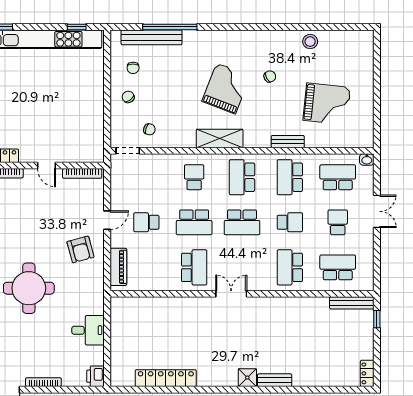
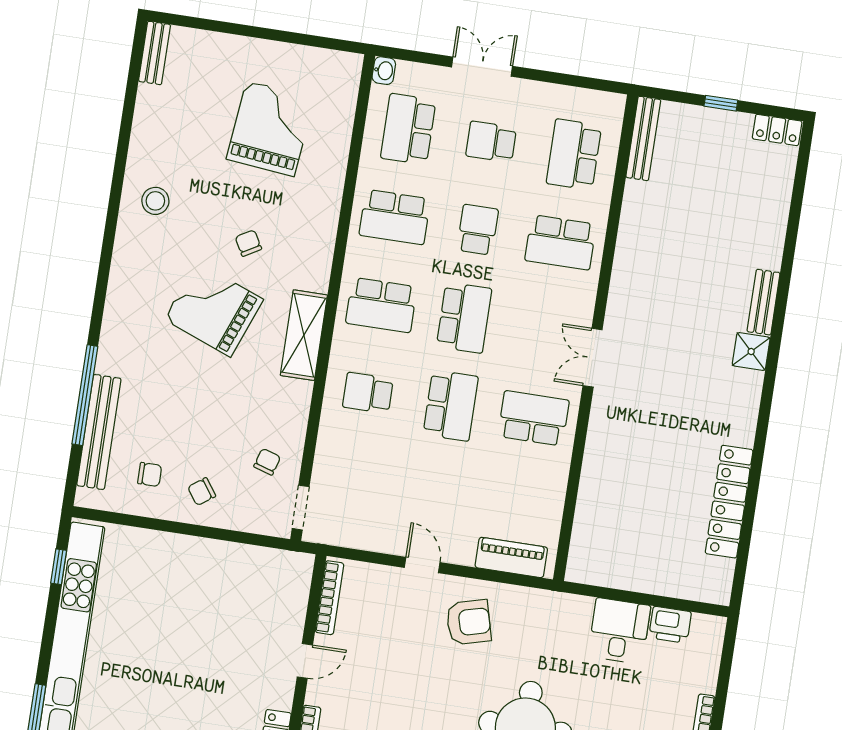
stool: (310, 42) -> (155, 201), moved
chair: (270, 76) -> (248, 243), moved
bench: (288, 142) -> (155, 53), moved
school desk: (146, 222) -> (437, 494), removed
window: (377, 319) -> (721, 103), moved
printer: (96, 376) -> (670, 625), moved

